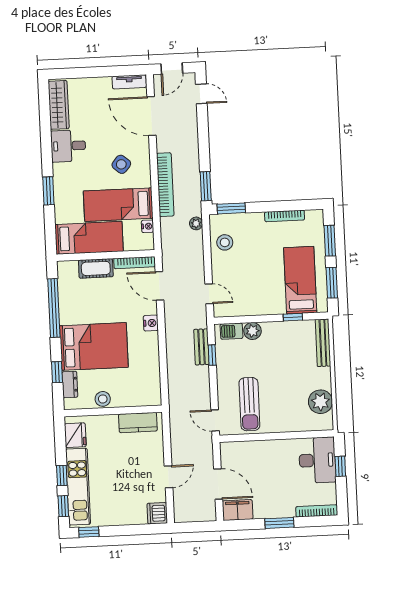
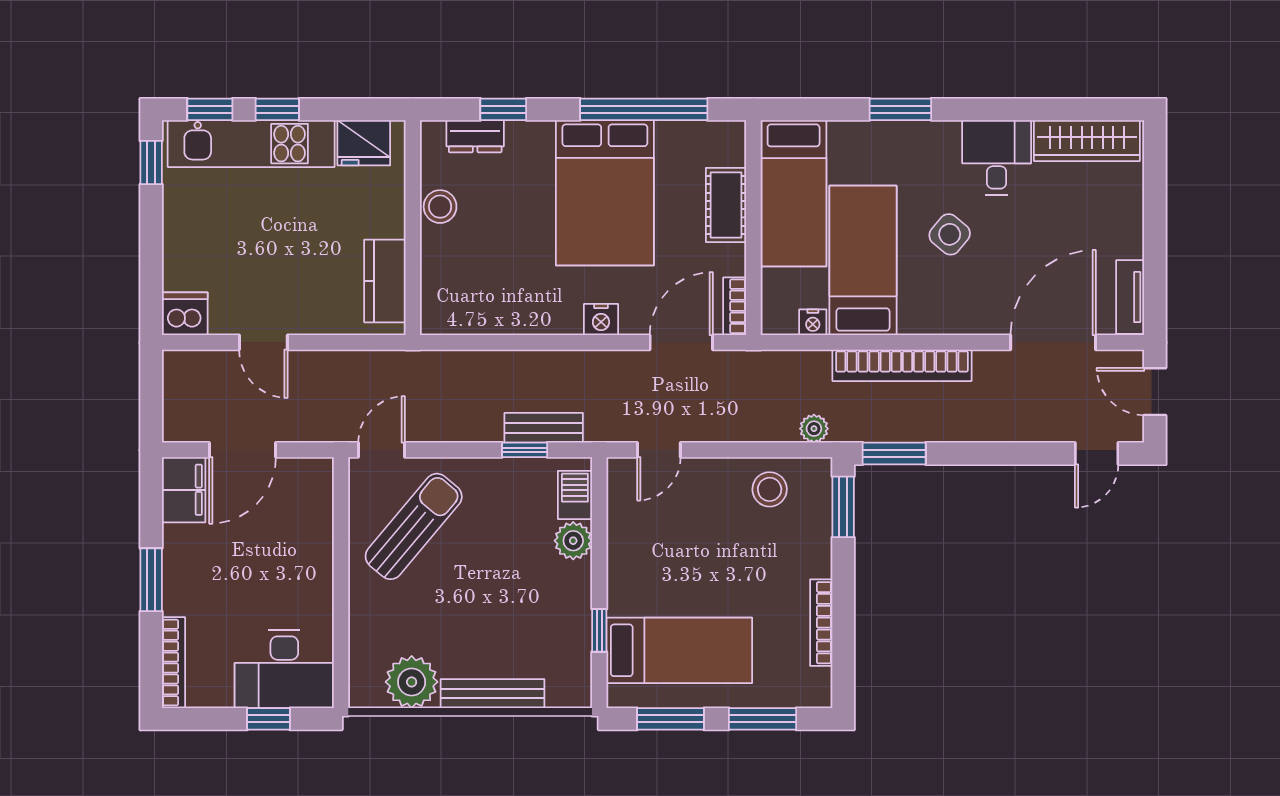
side table: (121, 164) -> (950, 234), moved
bookcase: (135, 263) -> (735, 306), width x0.64
bench: (323, 343) -> (493, 694), moved
bed: (94, 346) -> (605, 193), moved
sun lounger: (249, 404) -> (414, 526), turned 130

